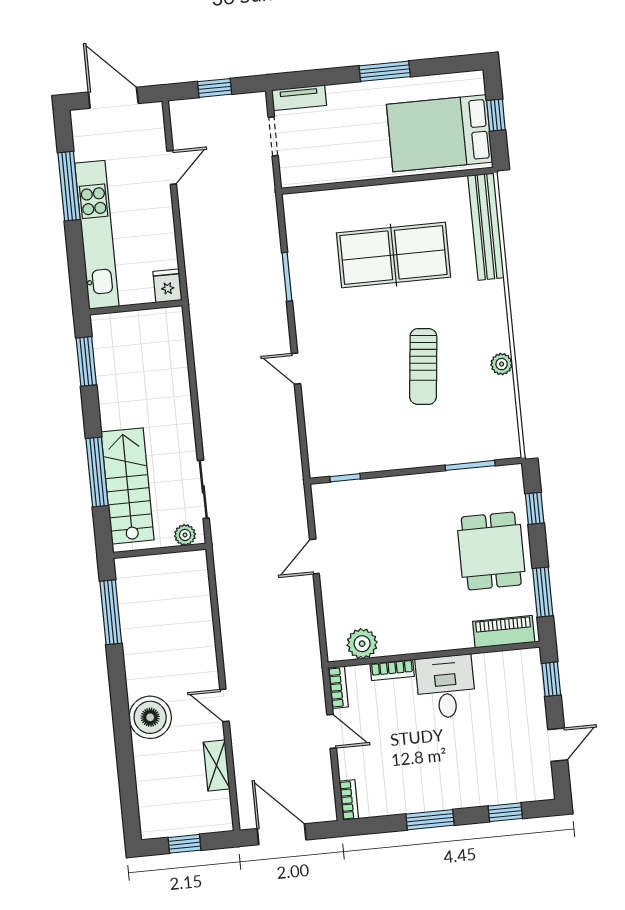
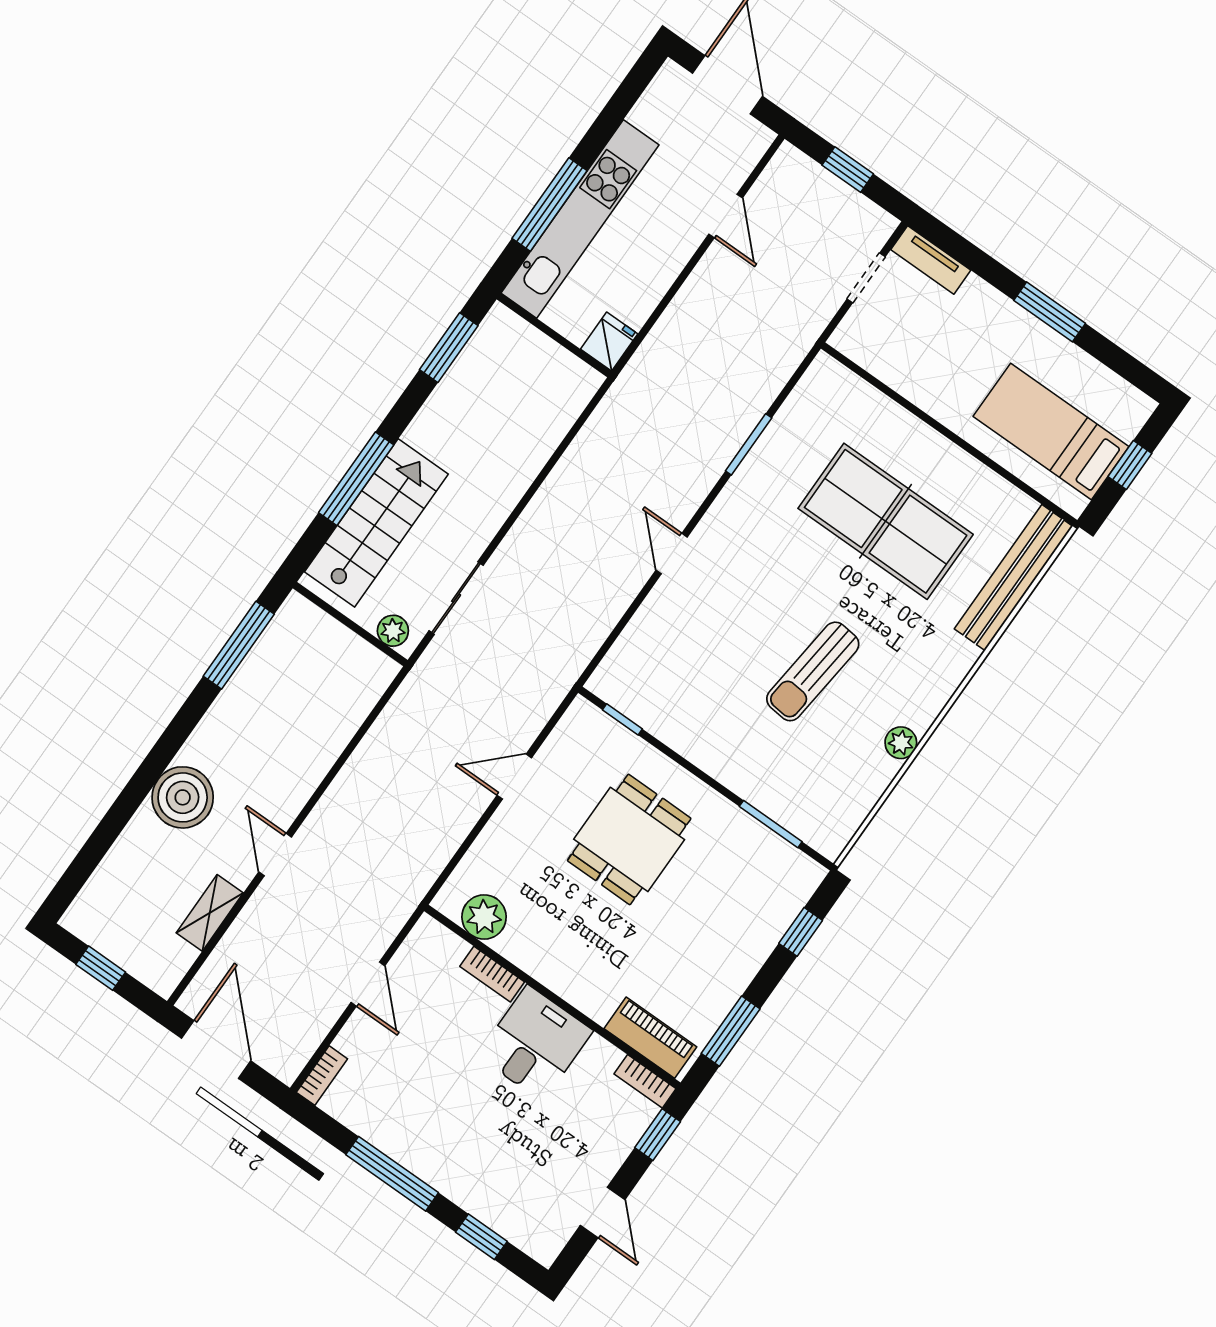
bed: (440, 133) -> (1051, 432), width x0.67
door: (172, 167) -> (726, 216), hinge flipped
window: (69, 186) -> (550, 205), moved
dining table: (491, 551) -> (629, 839), moved
bookcase: (338, 687) -> (645, 1081), moved, turned 90
door: (558, 745) -> (603, 1212), hinge flipped
window: (430, 820) -> (392, 1174), width x1.44

